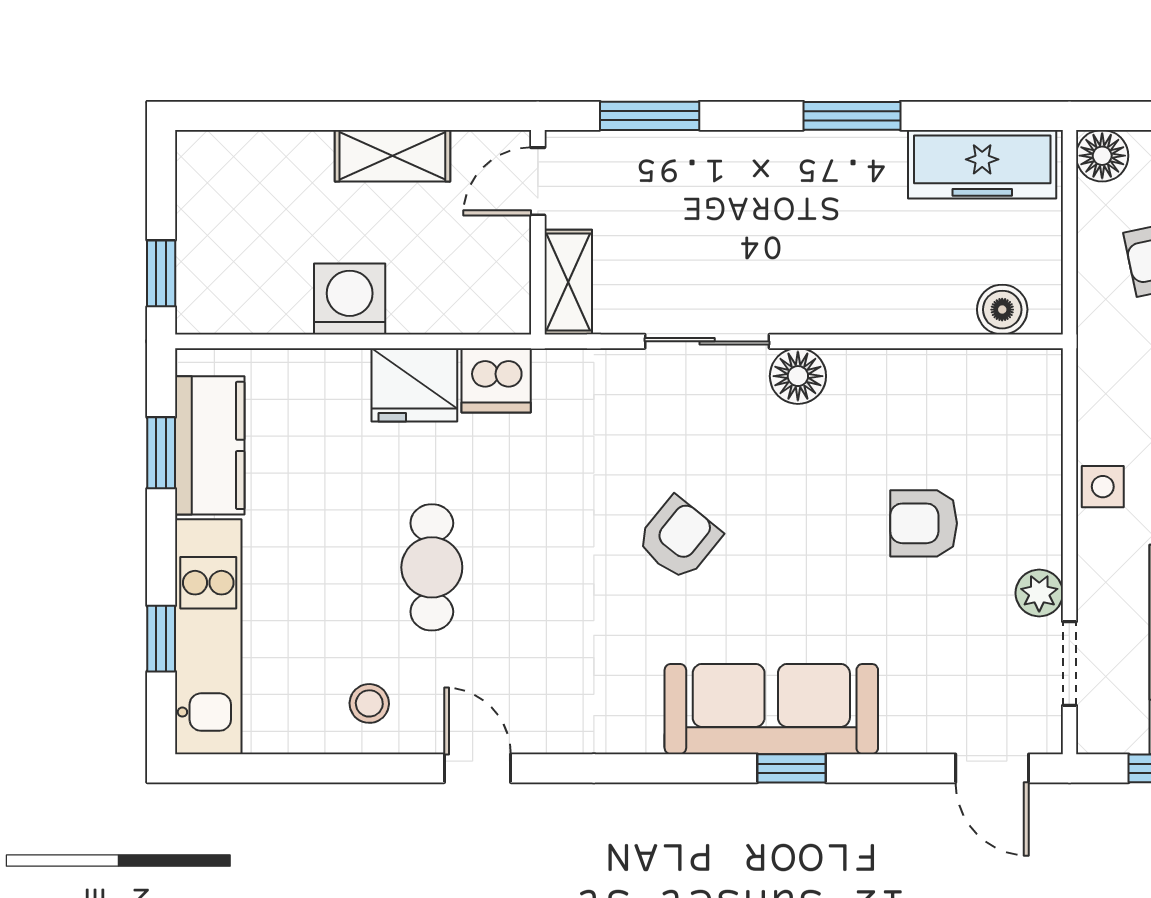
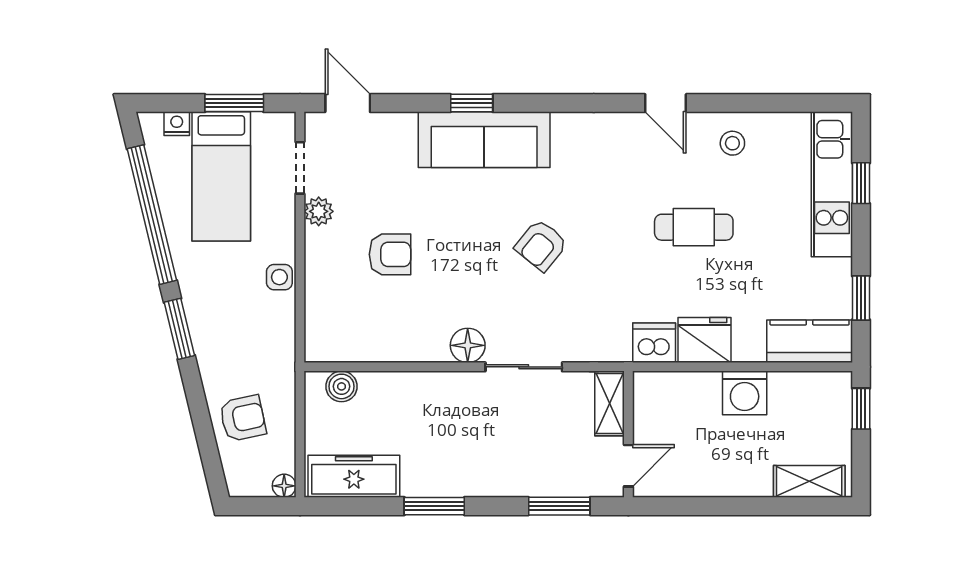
shelving: (392, 156) -> (809, 481), moved
floor lamp: (1102, 156) -> (284, 486), width x0.73, depth x0.73
kitchen counter: (210, 445) -> (810, 341), moved, turned 90
cafe table: (432, 567) -> (694, 227), turned 90

